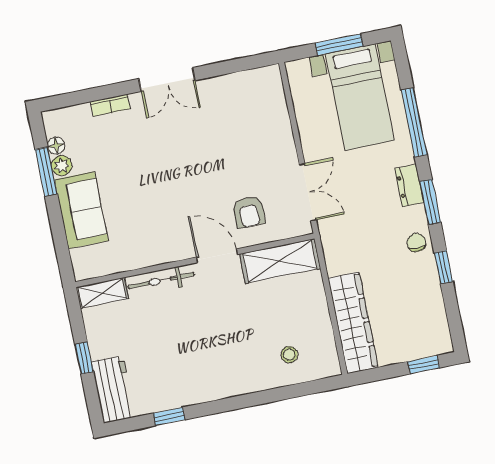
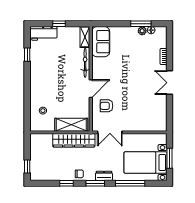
sofa: (81, 210) -> (101, 42), moved, turned -90
shelving: (280, 261) -> (71, 125), moved, turned 90
wardrobe: (353, 323) -> (74, 140), moved

